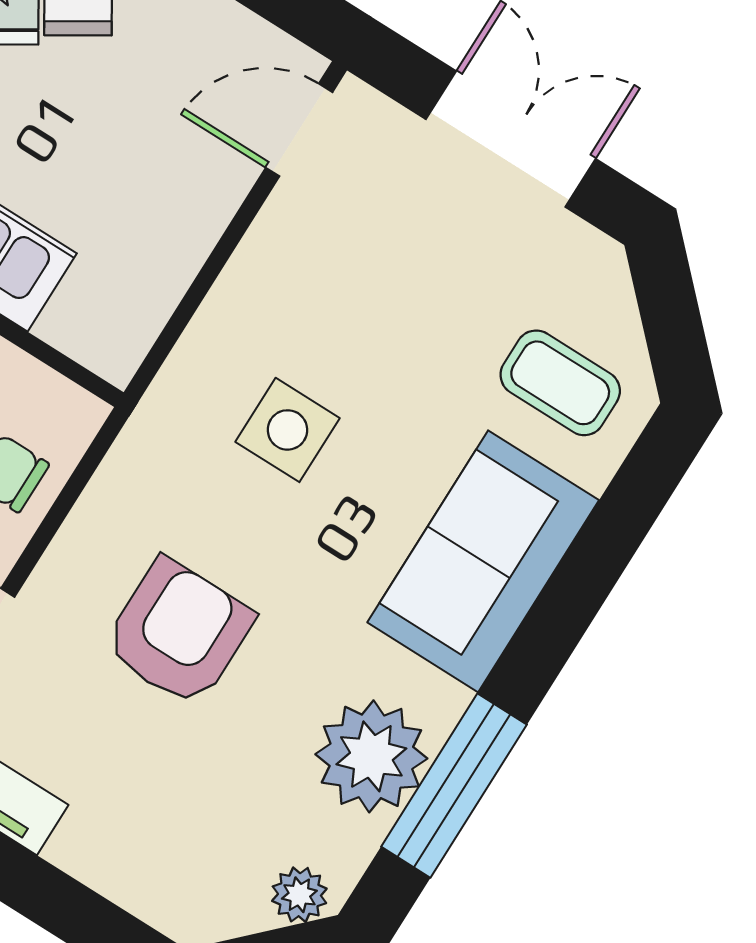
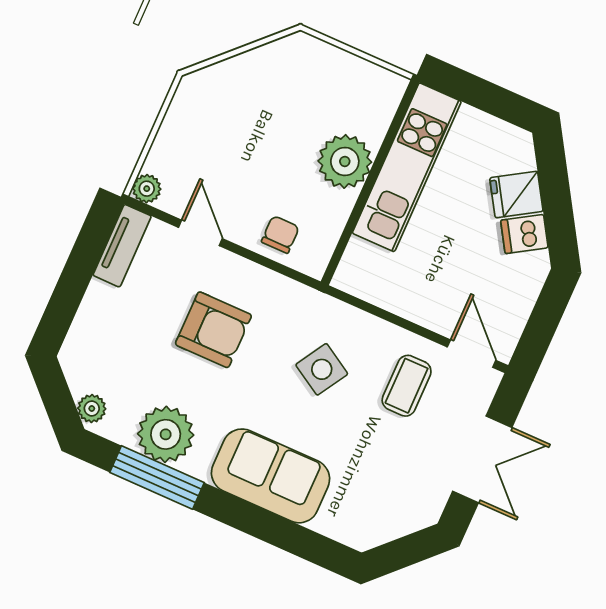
coffee table: (560, 383) -> (407, 386), moved
side table: (288, 430) -> (322, 369), turned 31

